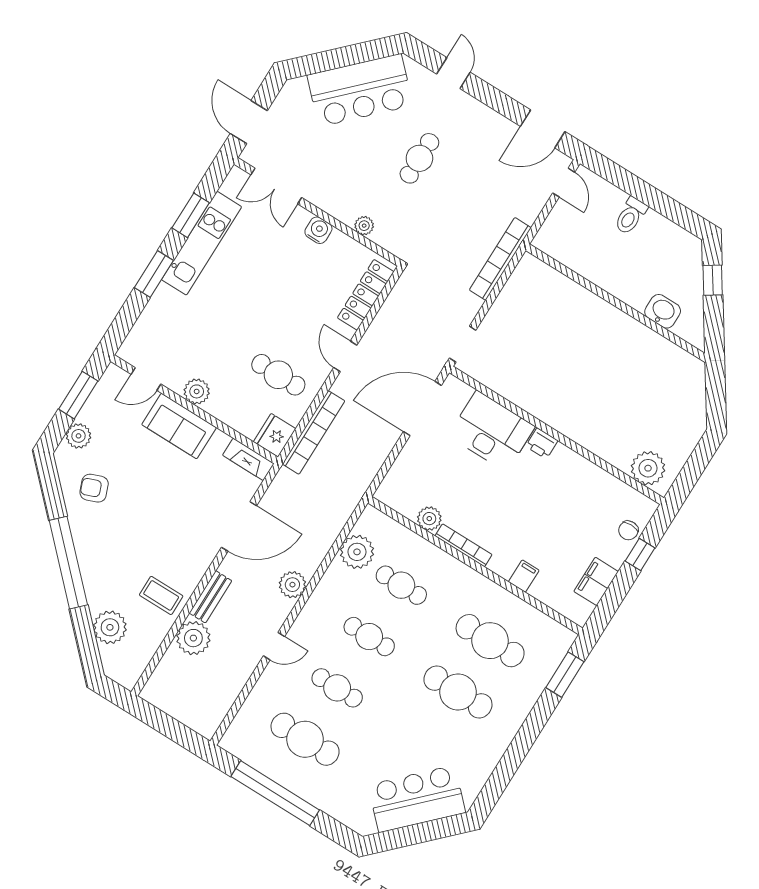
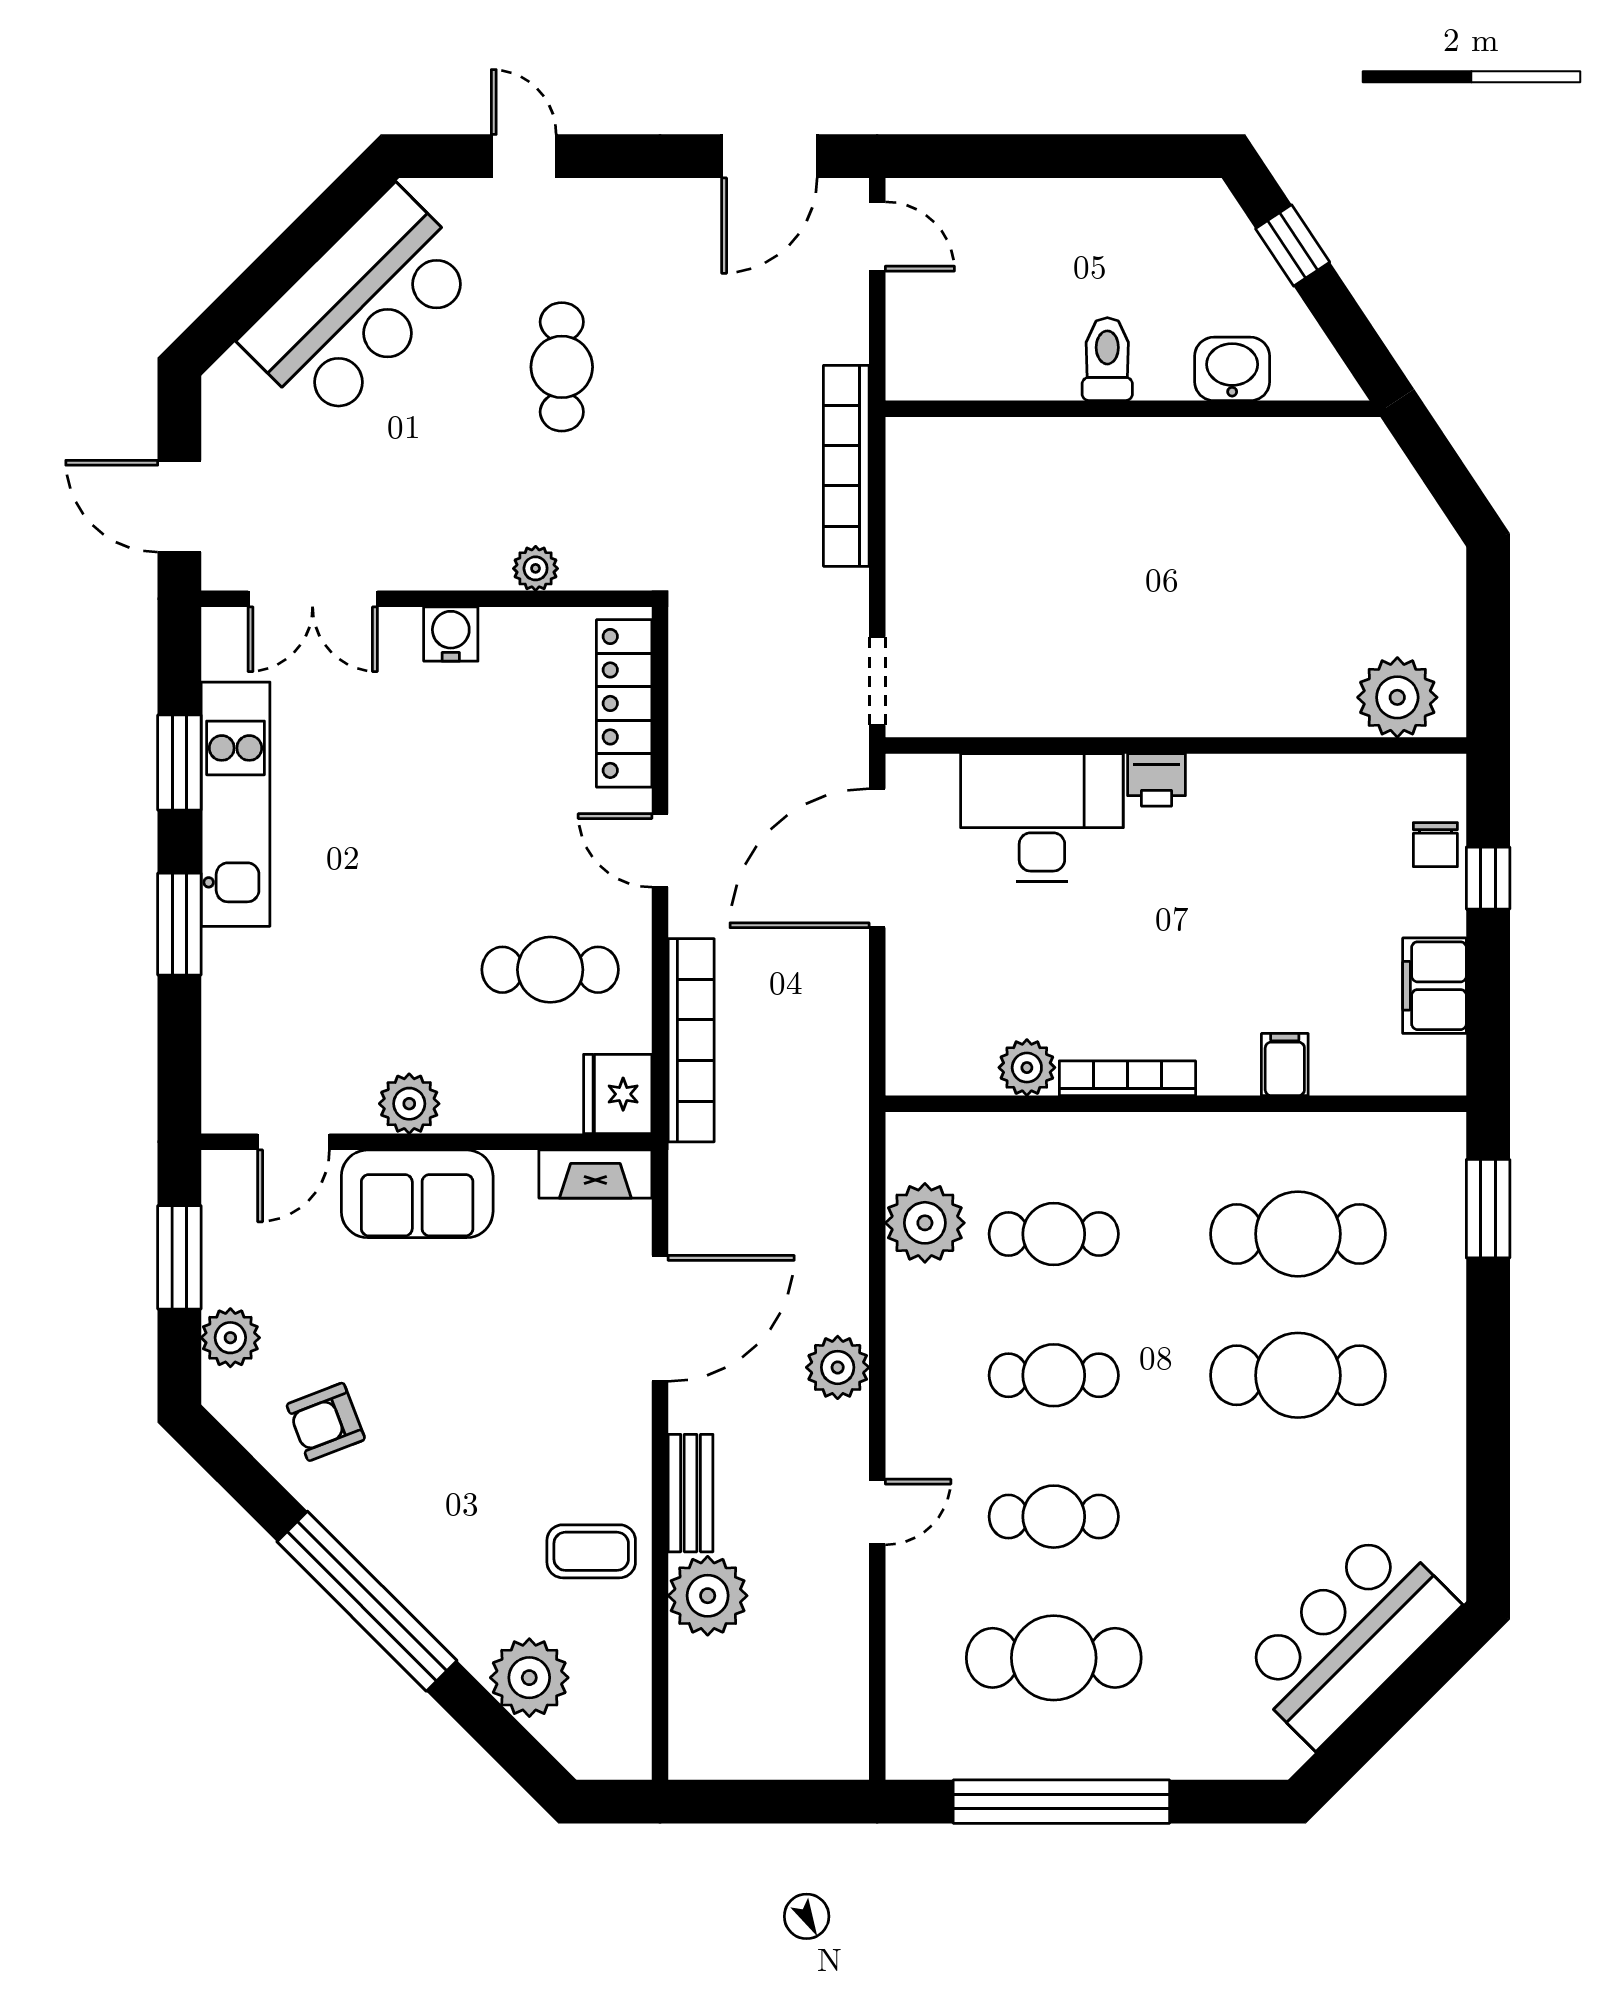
toilet: (631, 216) -> (1107, 359), moved, turned 180

